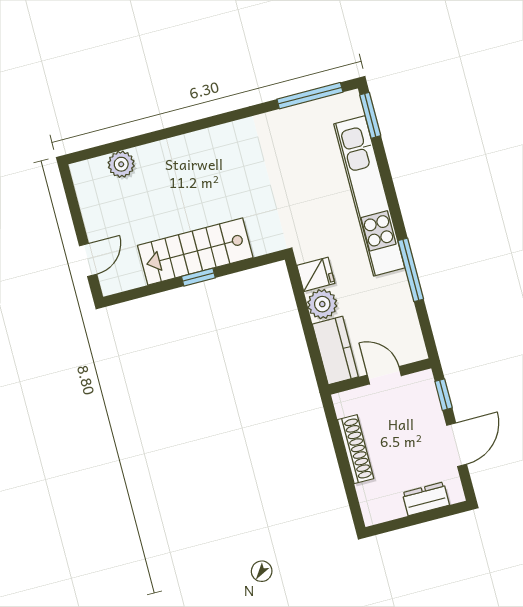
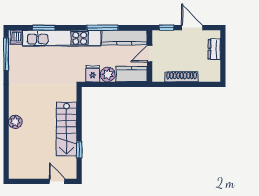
dishwasher: (348, 107) -> (16, 37), added
window: (370, 115) -> (44, 28), moved
plant: (121, 164) -> (15, 122), moved
window: (198, 277) -> (79, 150), moved
kitchen counter: (402, 317) -> (124, 38), added

